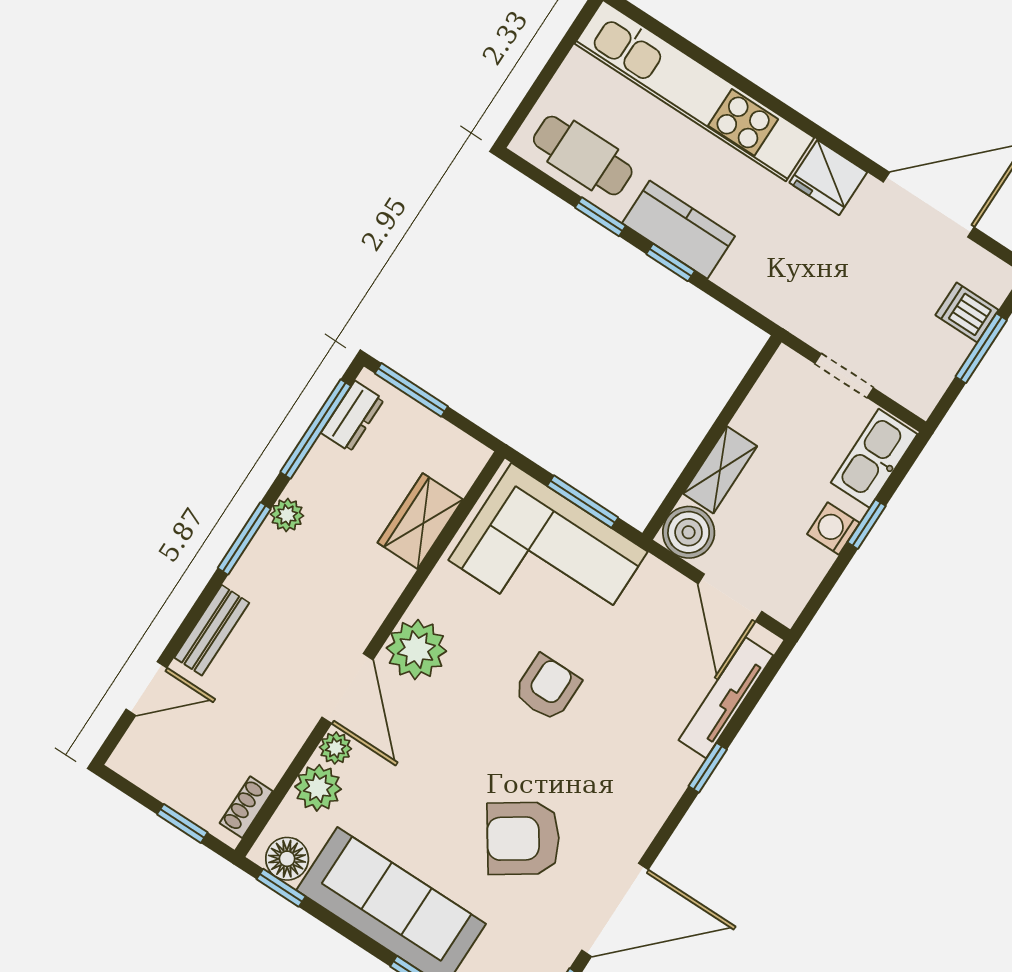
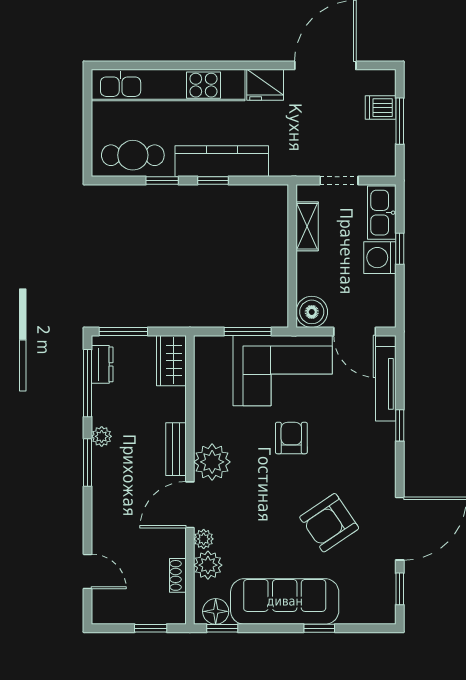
kitchen counter: (679, 230) -> (222, 161), width x1.50
shelving: (720, 470) -> (307, 226), moved
wardrobe: (420, 521) -> (171, 361), moved
washing machine: (833, 529) -> (380, 258), width x1.38, depth x1.38
corner sofa: (548, 556) -> (283, 371), moved
bench: (212, 630) -> (176, 449), moved
door: (146, 688) -> (88, 571), hinge flipped
door: (347, 689) -> (190, 505), swing flipped
shoe rack: (246, 807) -> (178, 575), moved

